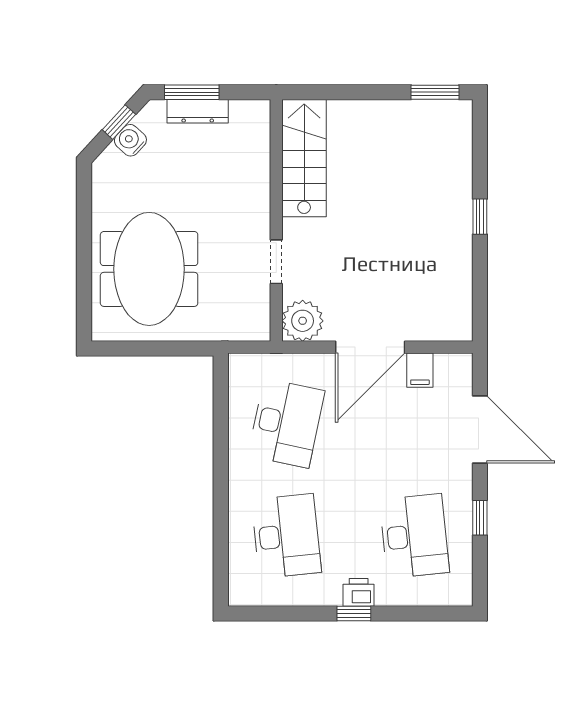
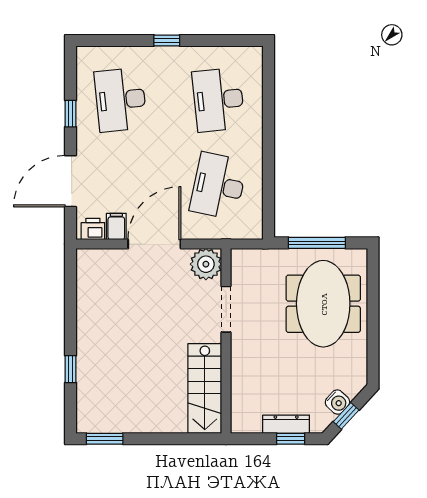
window: (192, 92) -> (291, 439), width x0.67
window: (480, 217) -> (70, 369), moved
doorway: (276, 262) -> (226, 309), width x1.38
window: (157, 349) -> (317, 243), added
door: (480, 429) -> (70, 181), hinge flipped
printer: (359, 592) -> (93, 229), moved, turned 180

